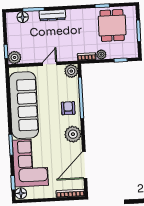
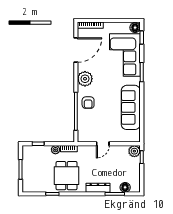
dining table: (112, 25) -> (67, 176), moved
plant: (71, 71) -> (84, 136), removed
sofa: (24, 105) -> (131, 107), width x0.74, depth x0.79

